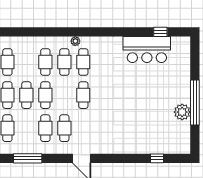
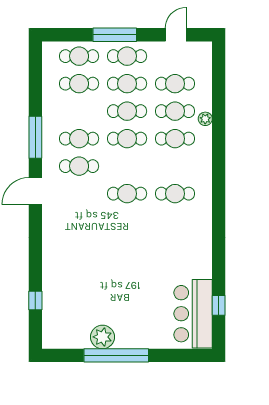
plant: (75, 41) -> (205, 119), moved
bar counter: (147, 50) -> (193, 314), moved
cafe table: (64, 62) -> (175, 111), moved
window: (28, 158) -> (35, 137), moved

